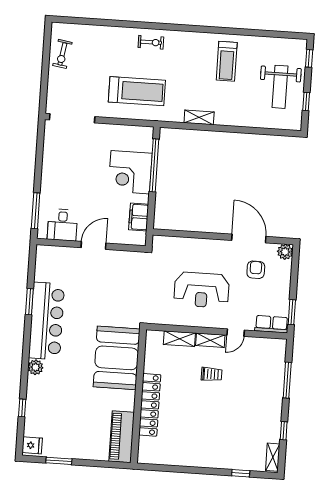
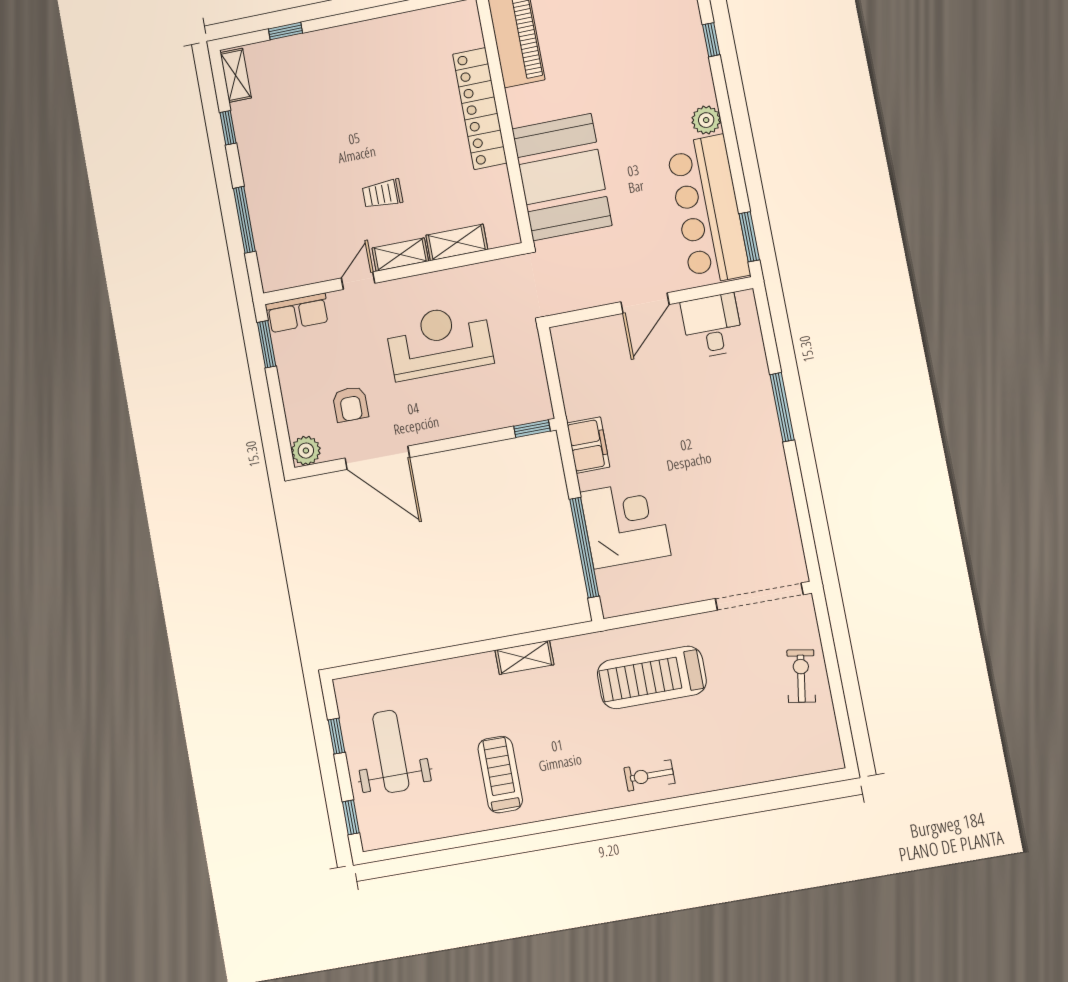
exercise bike: (62, 54) -> (801, 676), moved
desk: (62, 225) -> (712, 326), moved
window: (165, 233) -> (532, 429), added
wall: (91, 245) -> (650, 302), moved
door: (94, 245) -> (645, 303), moved

